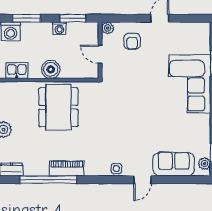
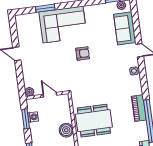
washing machine: (59, 28) -> (33, 117), moved
armchair: (132, 41) -> (83, 53), moved
door: (100, 54) -> (50, 95), swing flipped

